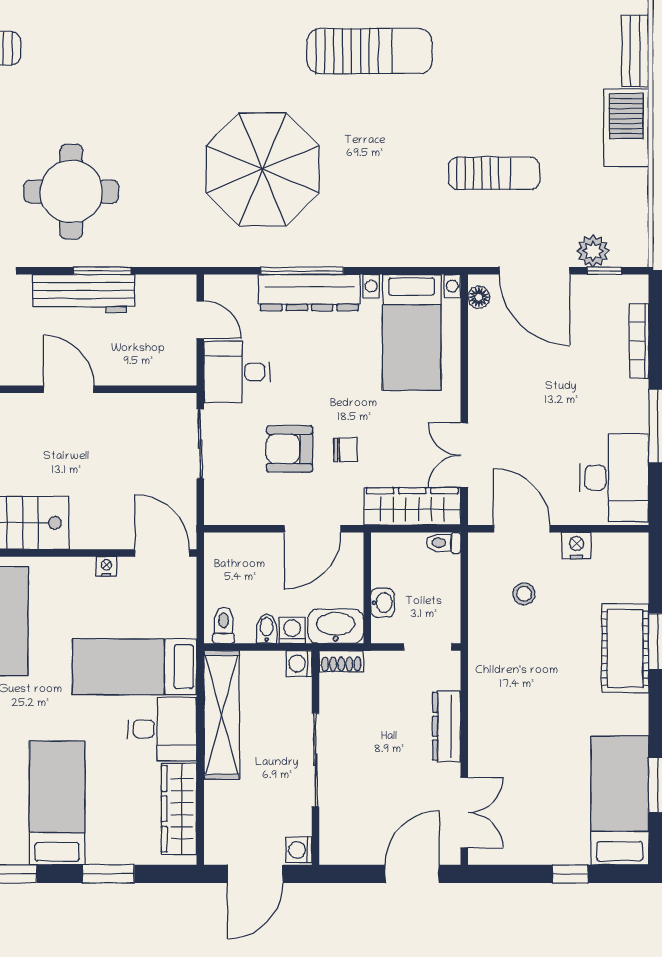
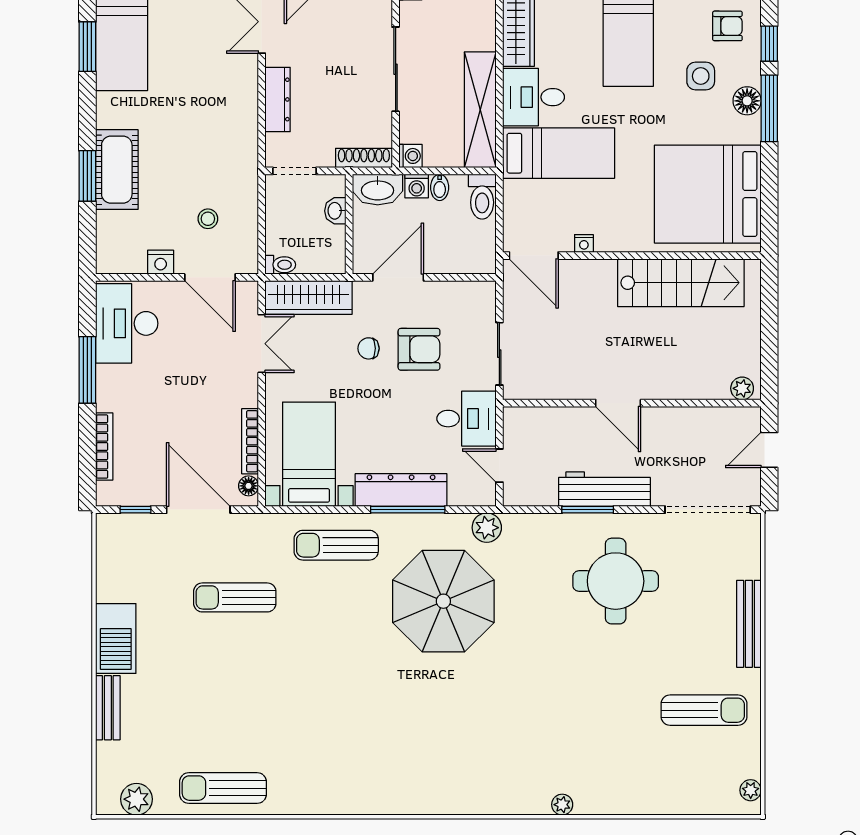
sun lounger: (370, 51) -> (336, 545), moved, width x0.73, depth x0.75
plant: (593, 251) -> (487, 528), moved
bookcase: (477, 347) -> (250, 441), added
toilet: (224, 625) -> (482, 197), width x1.37, depth x1.39
shoe rack: (341, 661) -> (364, 158), width x1.43

